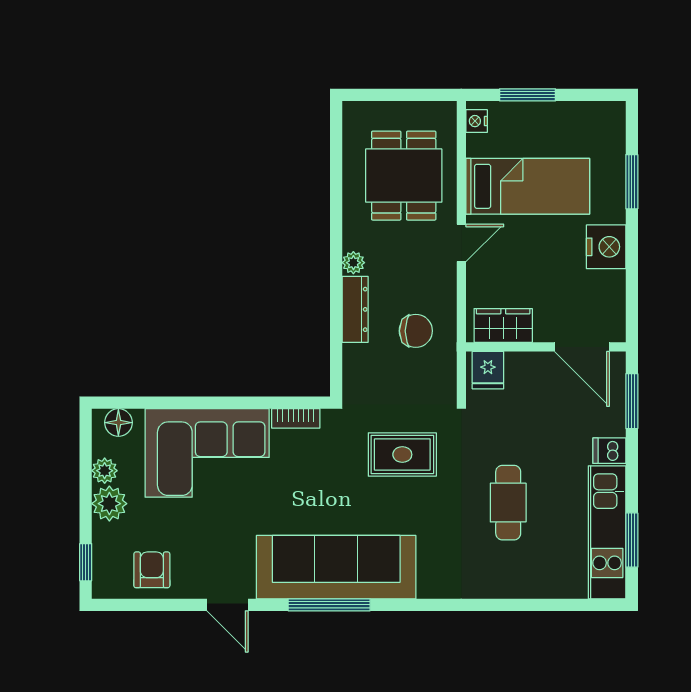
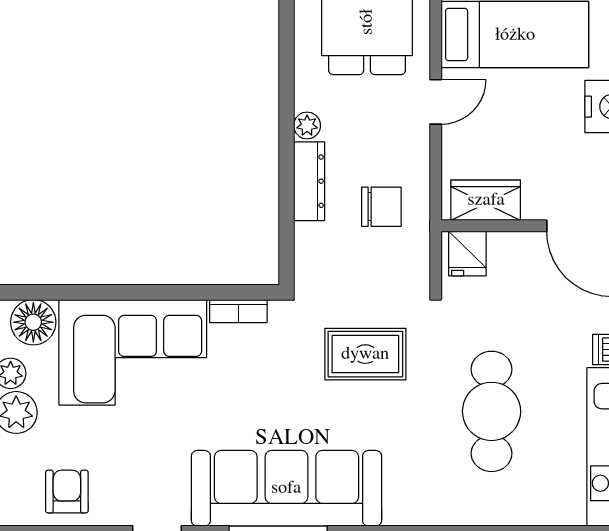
floor lamp: (118, 423) -> (33, 322), width x1.38, depth x1.38
cafe table: (508, 503) -> (492, 411), width x1.37, depth x1.35

